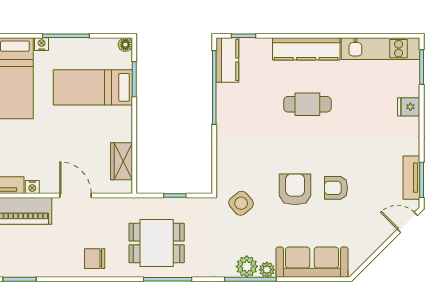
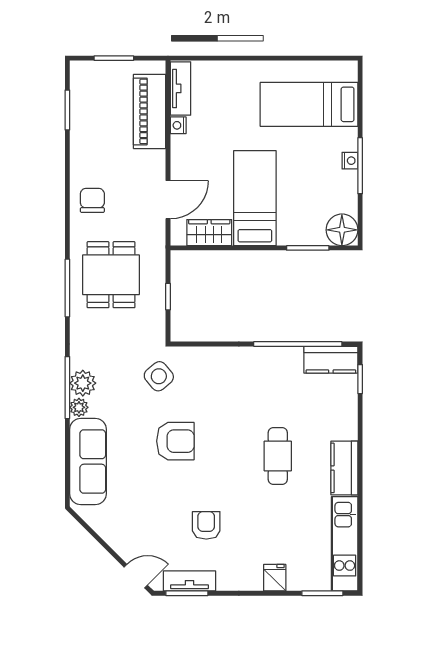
nightstand: (42, 44) -> (350, 161), moved
floor lamp: (125, 45) -> (342, 230), width x1.89, depth x1.89
kitchen counter: (306, 49) -> (344, 468), width x0.67
bed: (93, 87) -> (255, 198), moved
armchair: (336, 188) -> (206, 525), moved
door: (75, 196) -> (168, 200), moved
door: (407, 222) -> (136, 576), hinge flipped

